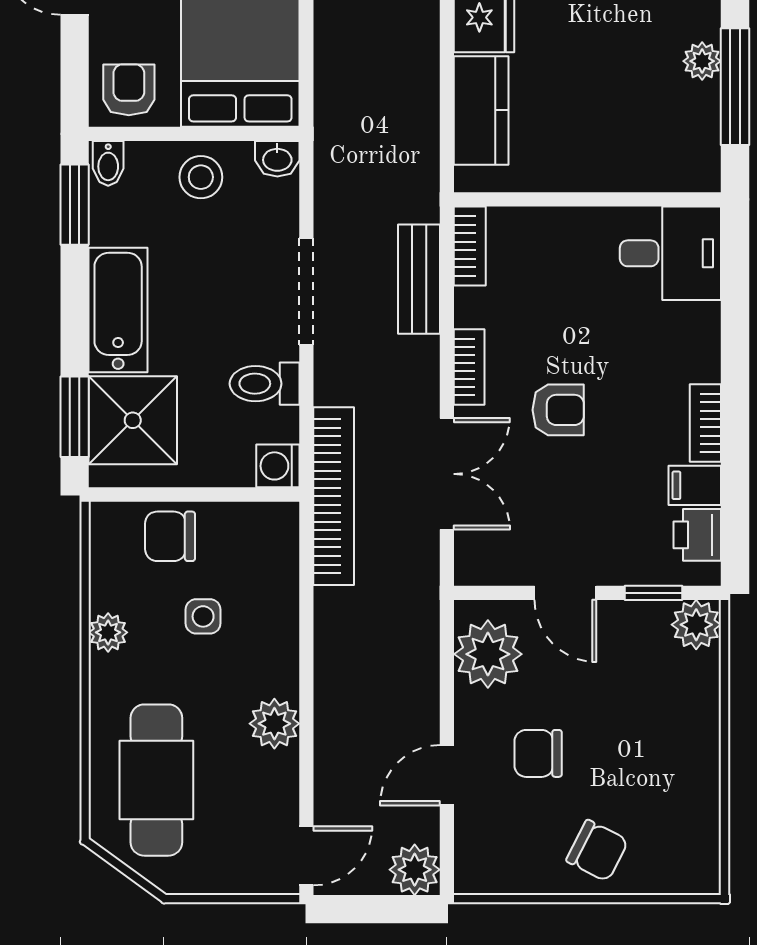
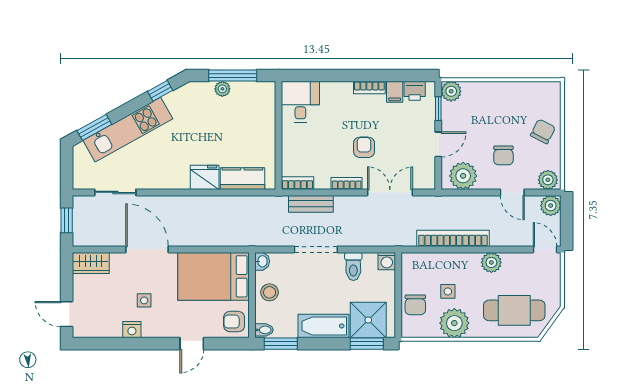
bookcase: (334, 496) -> (453, 238), moved
plant: (108, 632) -> (454, 323), width x1.88, depth x1.88
plant: (478, 863) -> (548, 180), added

